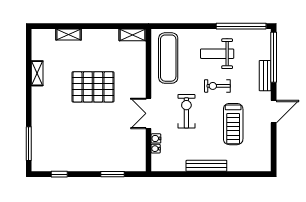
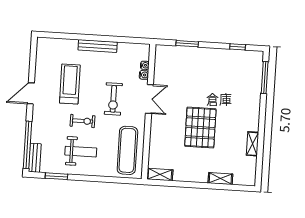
window: (241, 26) -> (56, 176), width x0.47
bench: (265, 76) -> (35, 158), moved
pallet: (93, 87) -> (200, 128), turned 90

